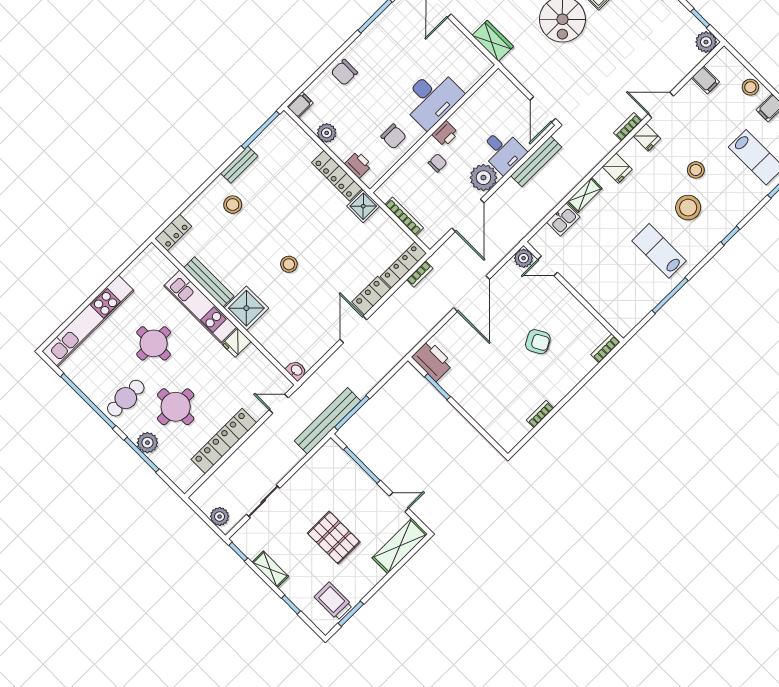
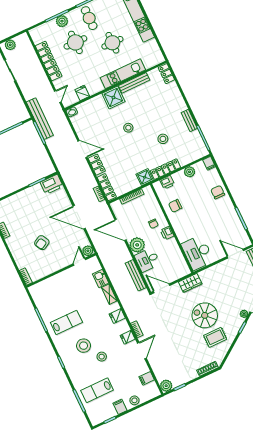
wardrobe: (493, 41) -> (190, 283), moved
desk: (432, 98) -> (197, 253), moved
stool: (233, 205) -> (163, 139), moved
fridge: (236, 343) -> (82, 93), moved

